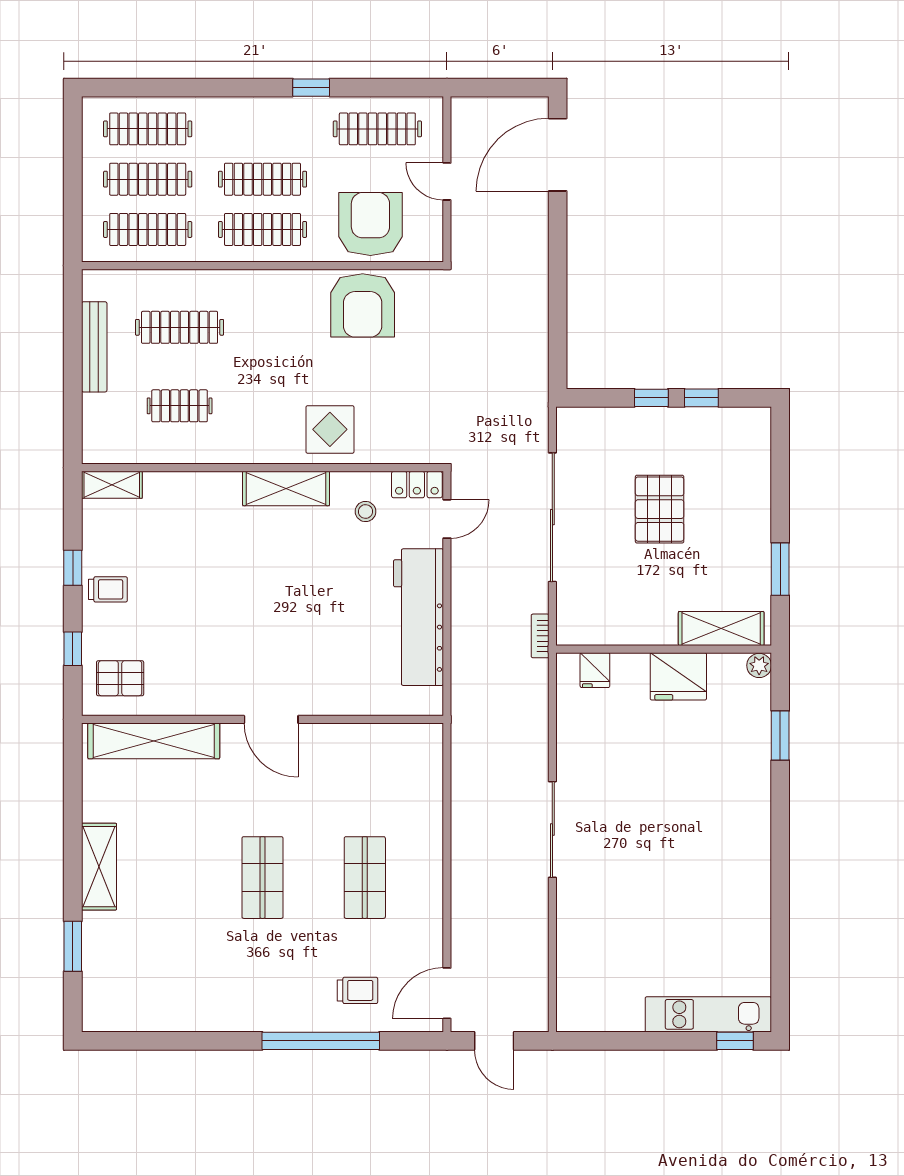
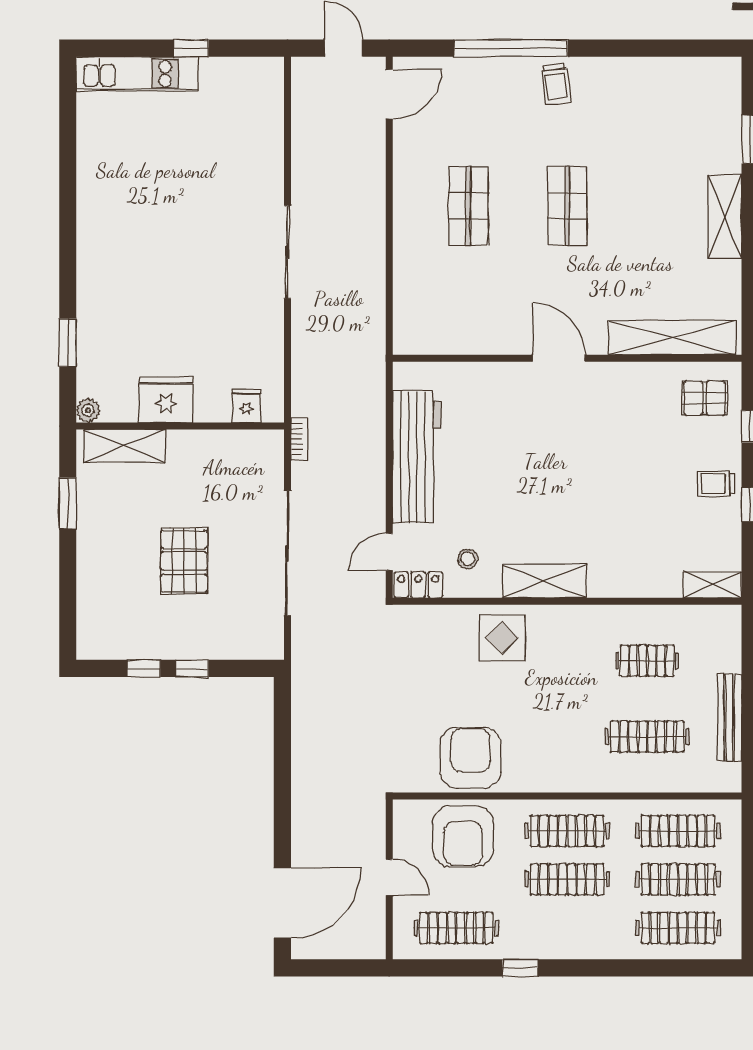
trolley: (357, 990) -> (556, 84), moved, turned -96
window: (735, 1041) -> (191, 48), moved

